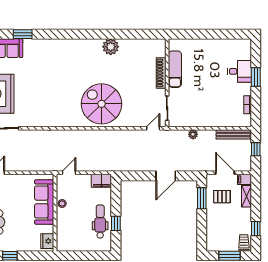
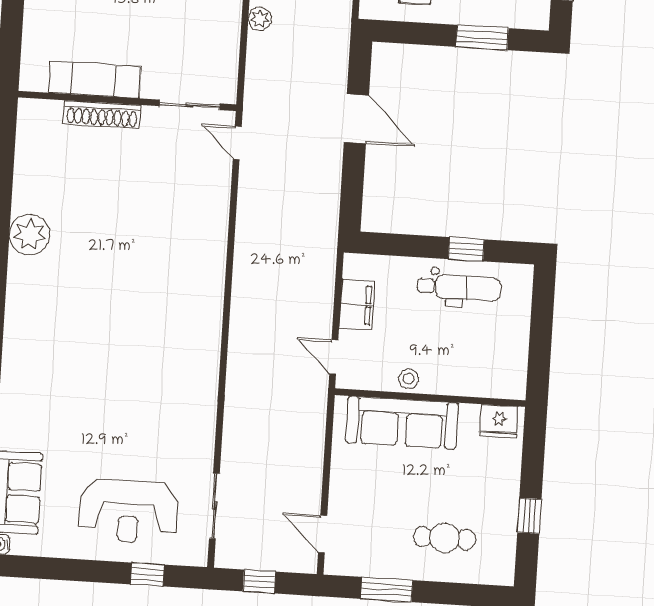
spiral stairs: (102, 104) -> (169, 266), removed
plant: (193, 134) -> (260, 19), moved
filing cabinet: (101, 181) -> (357, 305), moved
window: (202, 198) -> (482, 37), moved
dental chair: (100, 222) -> (459, 288), turned 180

